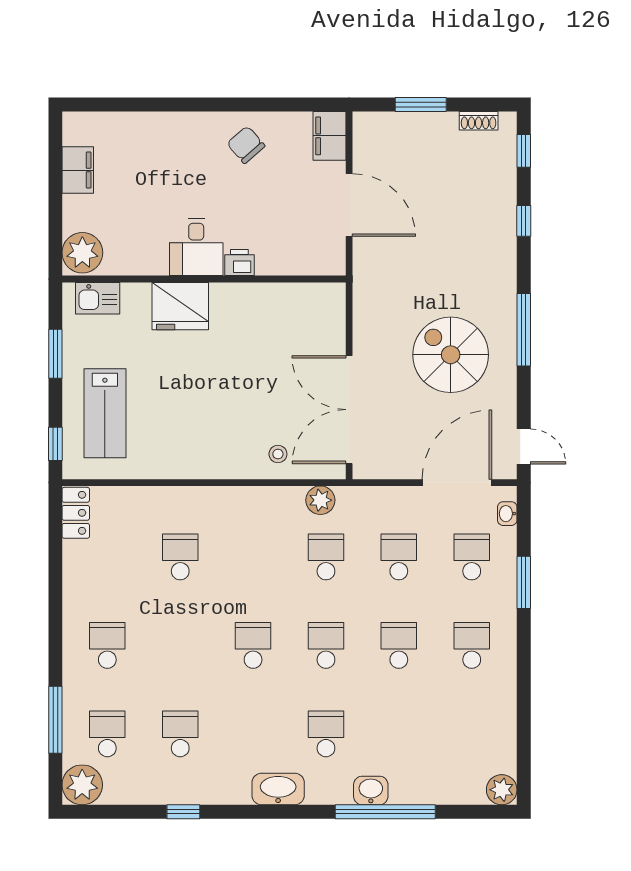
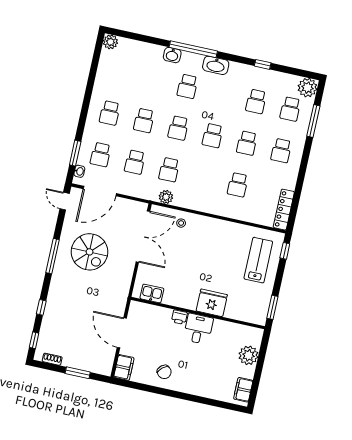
filing cabinet: (78, 170) -> (243, 390), moved
plant: (82, 253) -> (248, 355), moved
kitchen sink: (98, 298) -> (152, 293), moved
window: (55, 354) -> (272, 307), moved
locker: (76, 513) -> (284, 210), width x1.53
window: (524, 582) -> (75, 153), moved
school desk: (180, 645) -> (247, 143), added
window: (385, 812) -> (193, 49), moved

